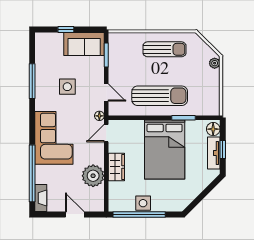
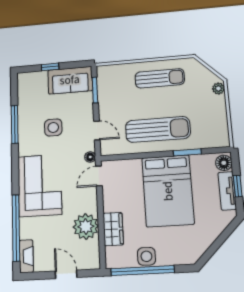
wardrobe: (116, 167) -> (113, 229), moved

